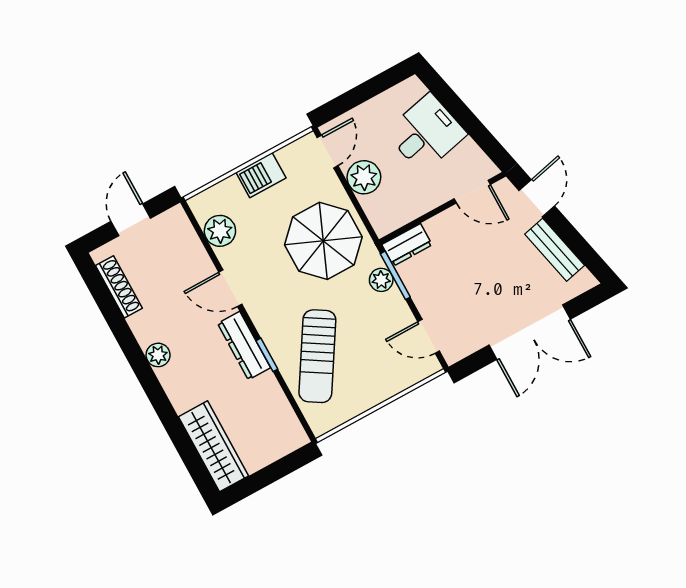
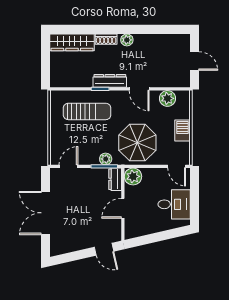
desk: (426, 133) -> (174, 204), moved, turned -77
plant: (364, 177) -> (133, 176), moved
door: (472, 192) -> (123, 208), moved
bench: (555, 250) -> (76, 245), removed
shoe rack: (119, 287) -> (106, 39), moved, width x0.70
door: (230, 288) -> (139, 89), swing flipped
sun lounger: (317, 356) -> (87, 111), turned 148

